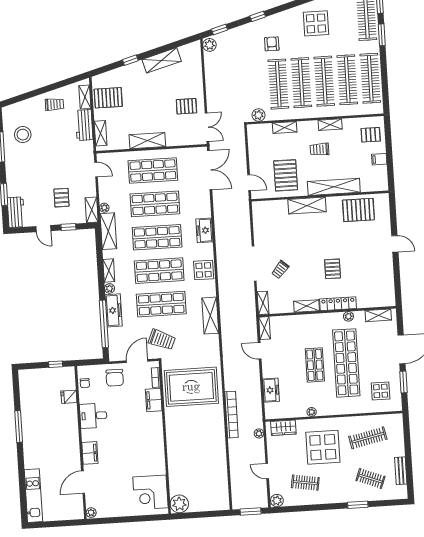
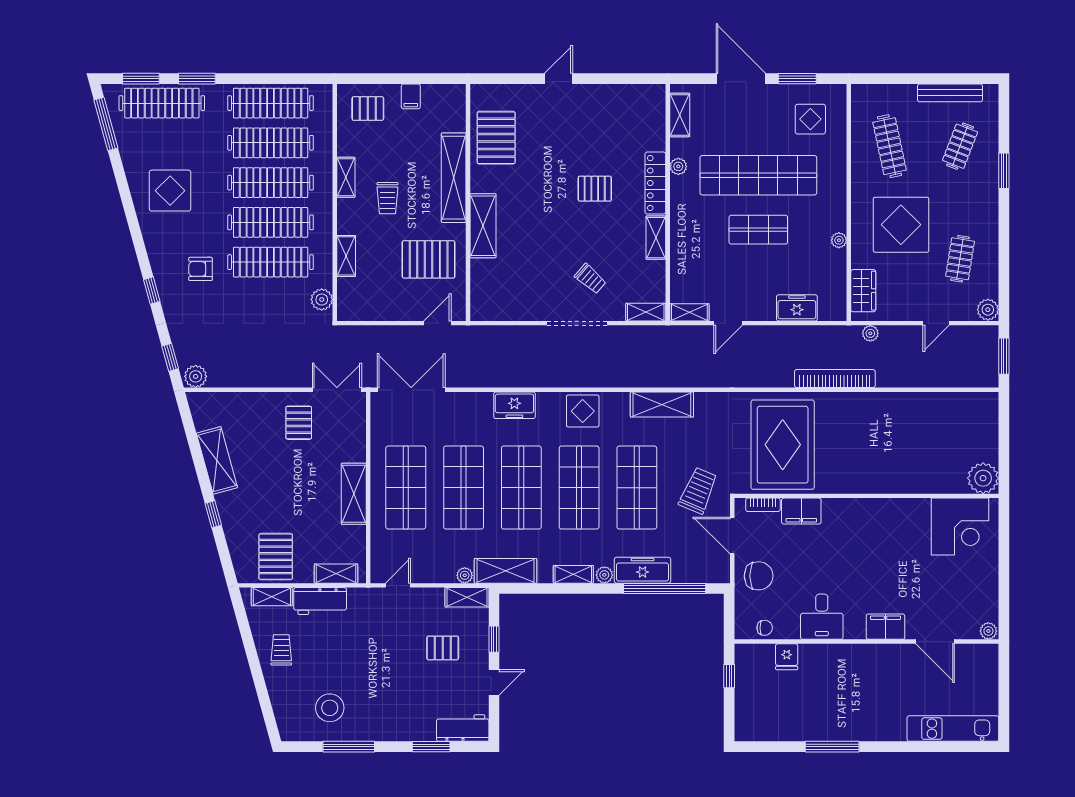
pallet: (371, 135) -> (368, 109), turned 90
bench: (401, 471) -> (950, 93), width x1.36

